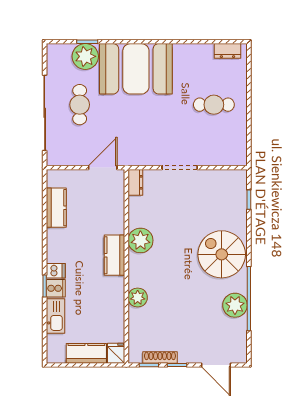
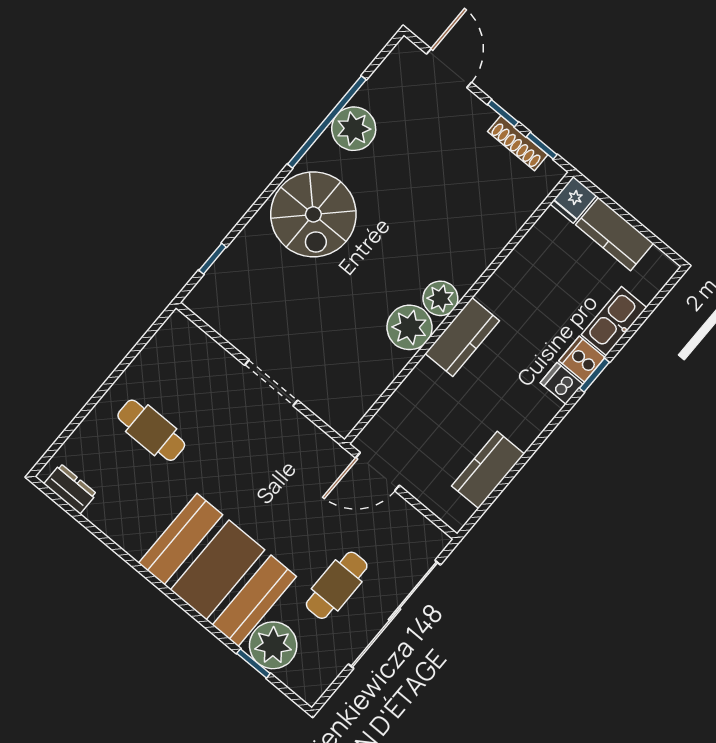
dresser: (135, 182) -> (349, 414), removed
plant: (138, 298) -> (440, 298), moved

